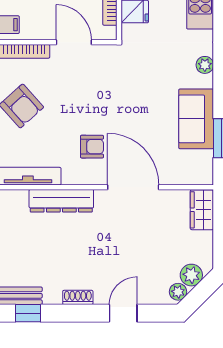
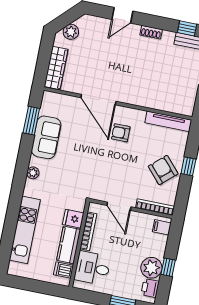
dresser: (61, 201) -> (149, 100), removed
wardrobe: (202, 210) -> (56, 68), width x1.50
plant: (178, 292) -> (82, 22), removed

